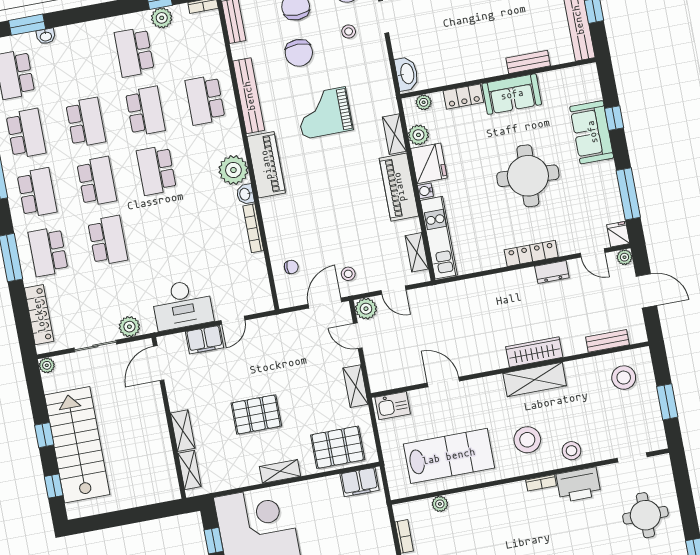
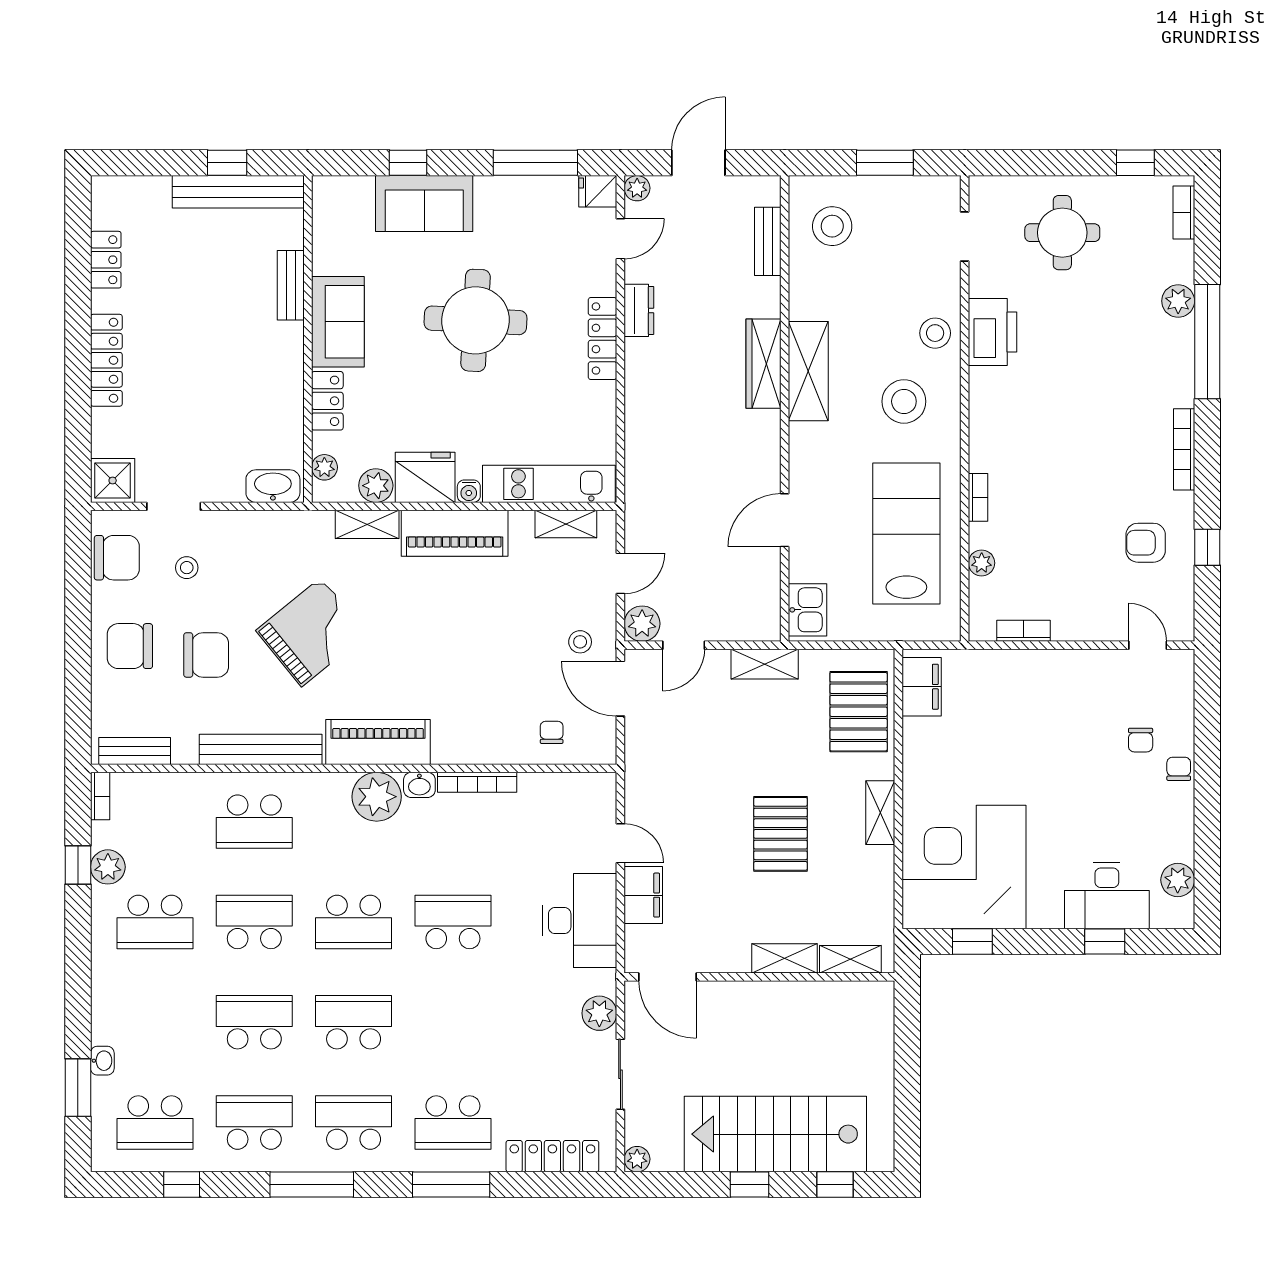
grand piano: (324, 113) -> (311, 632), turned -129
school desk: (108, 241) -> (453, 922), moved
bookcase: (541, 483) -> (978, 497), moved

